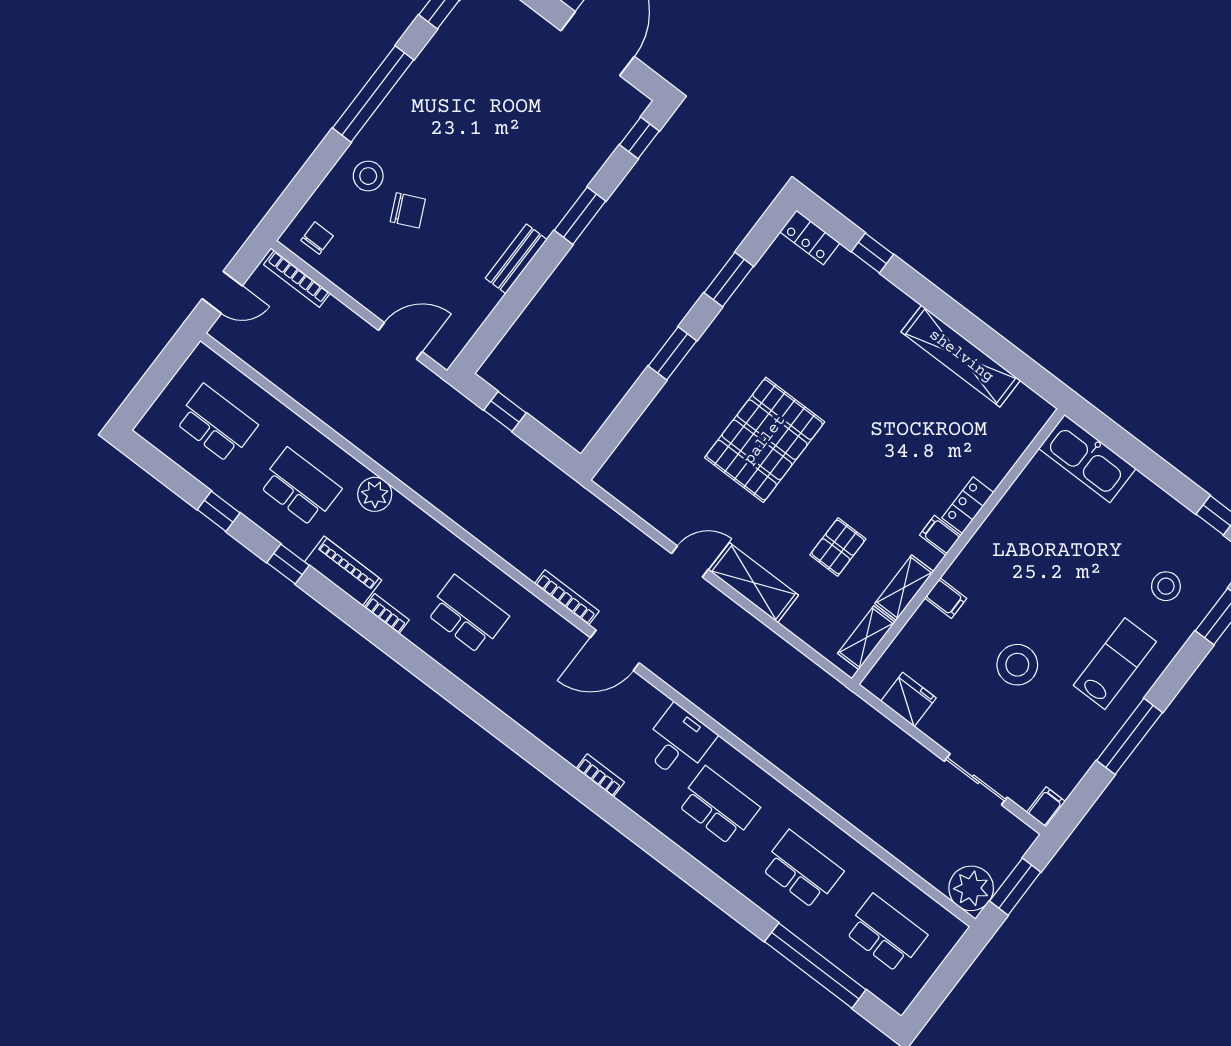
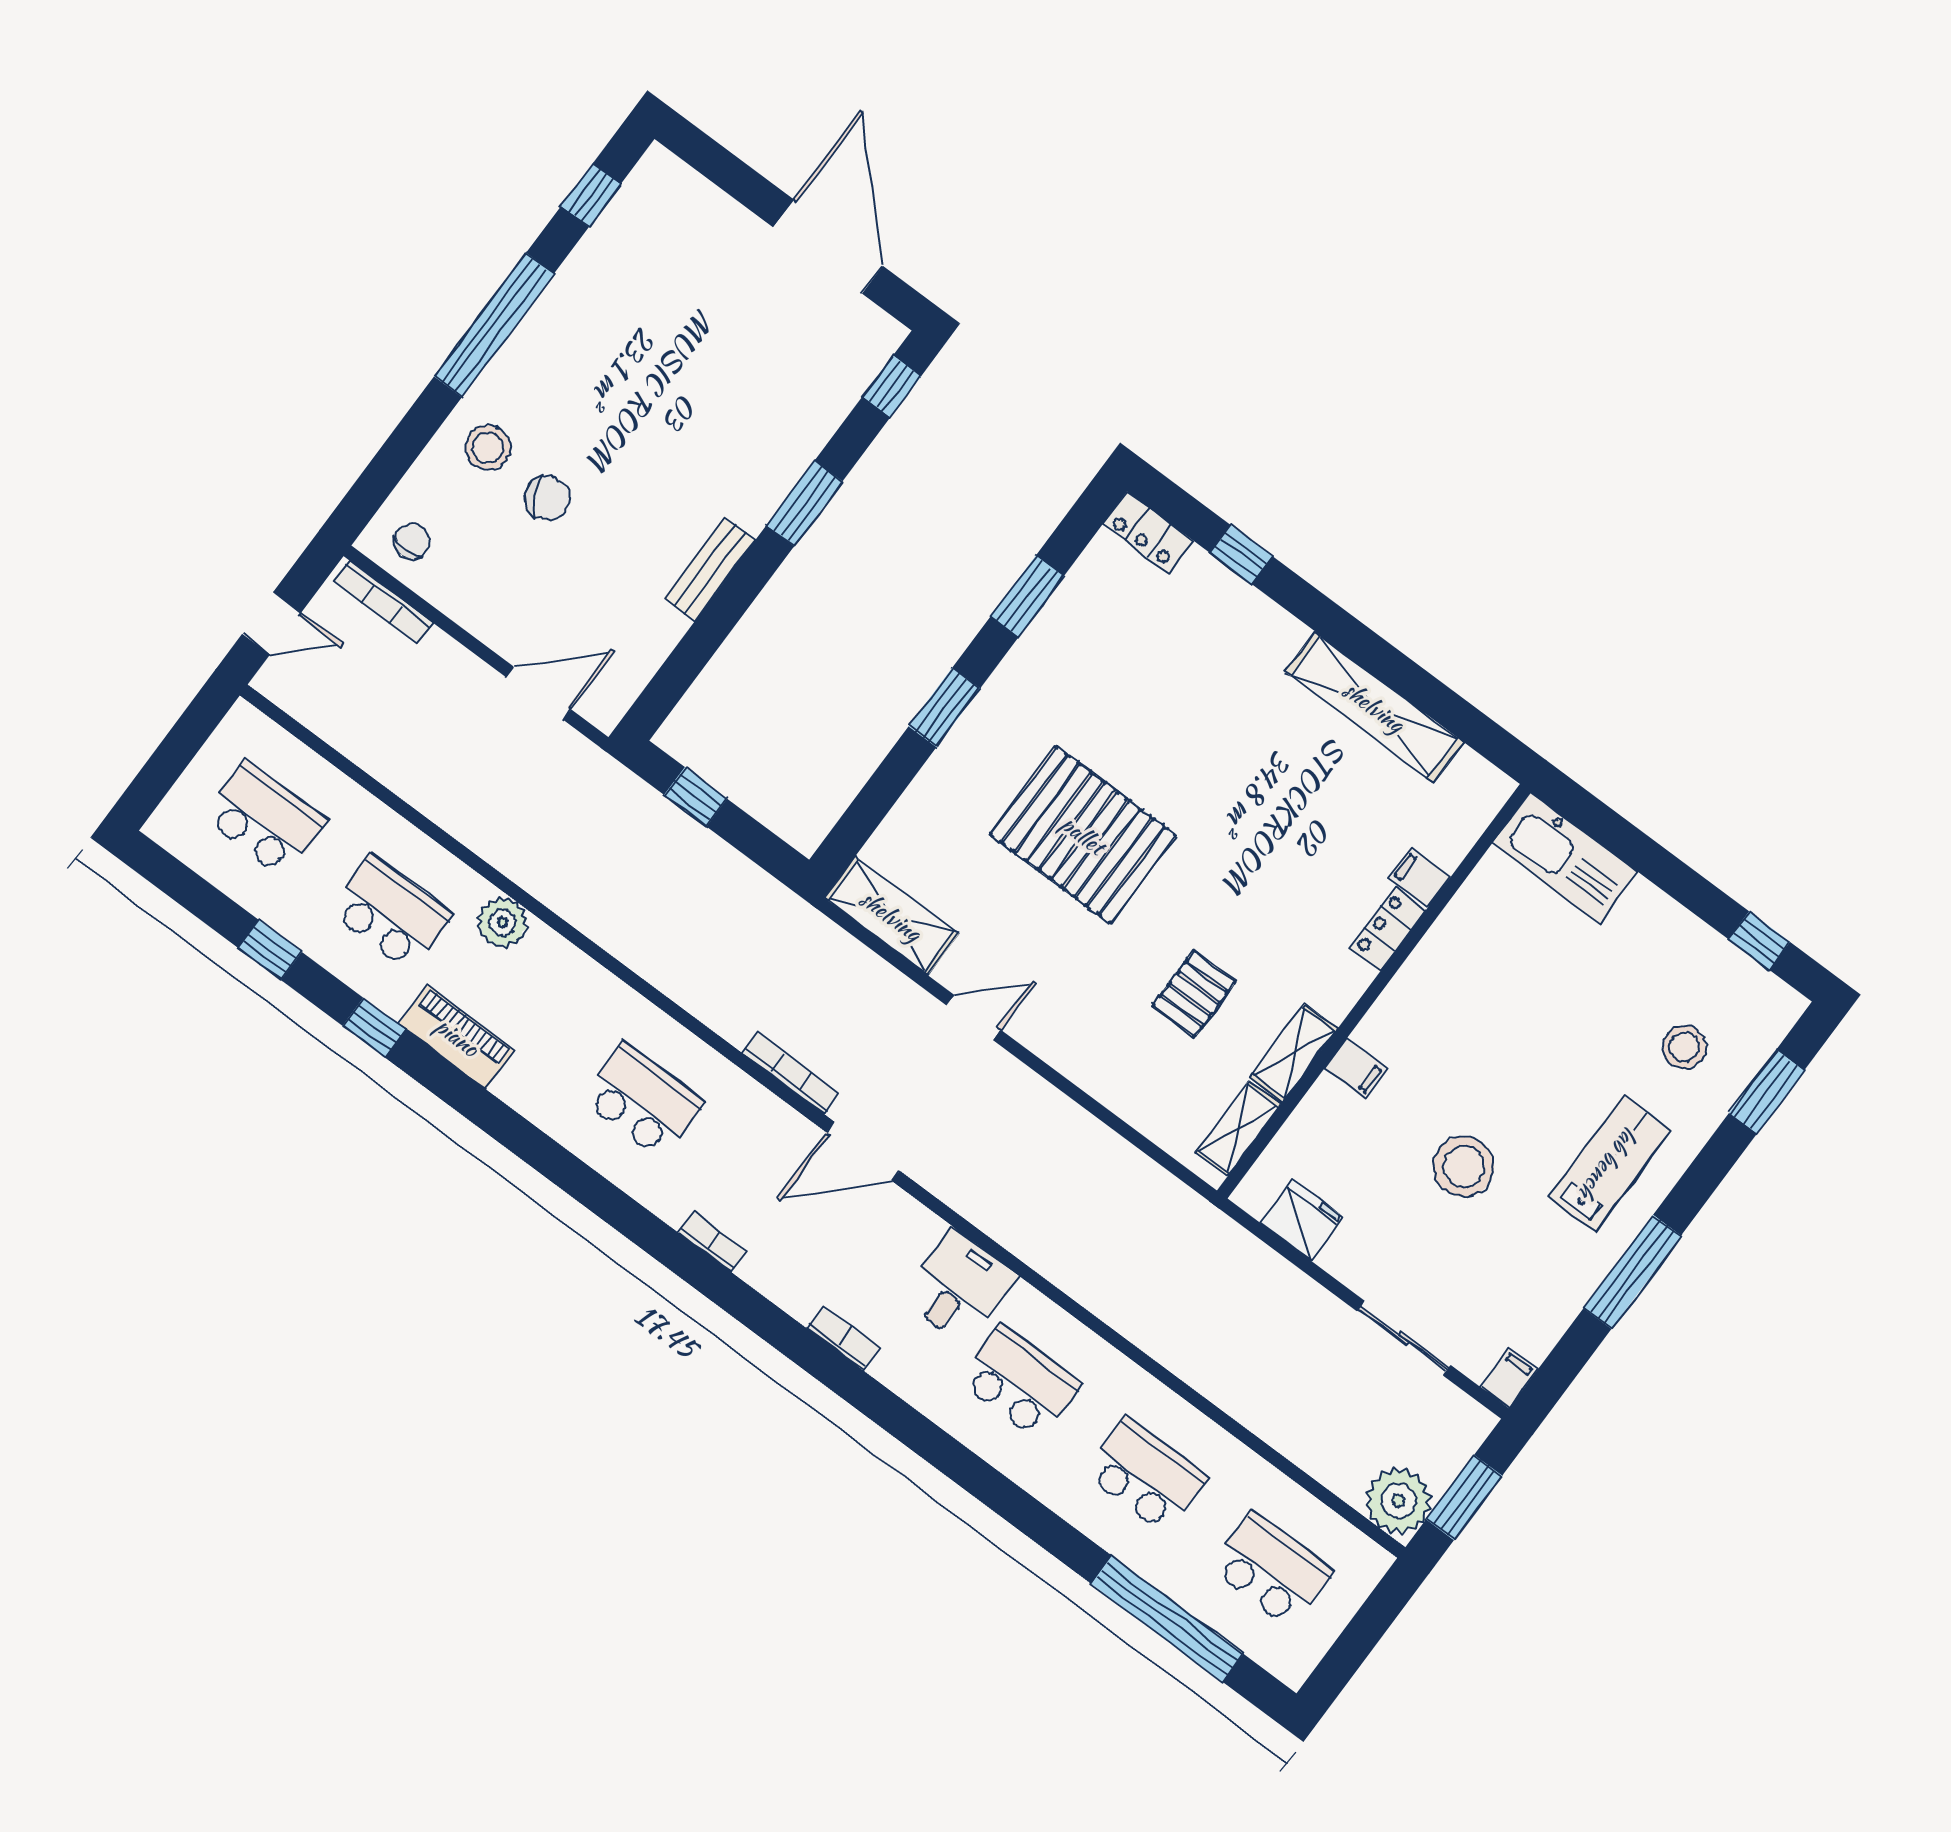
pallet: (765, 440) -> (1083, 835), turned 90
filing cabinet: (940, 535) -> (1419, 877), moved
shelving: (754, 583) -> (891, 916), moved
bookcase: (387, 614) -> (712, 1242), moved

